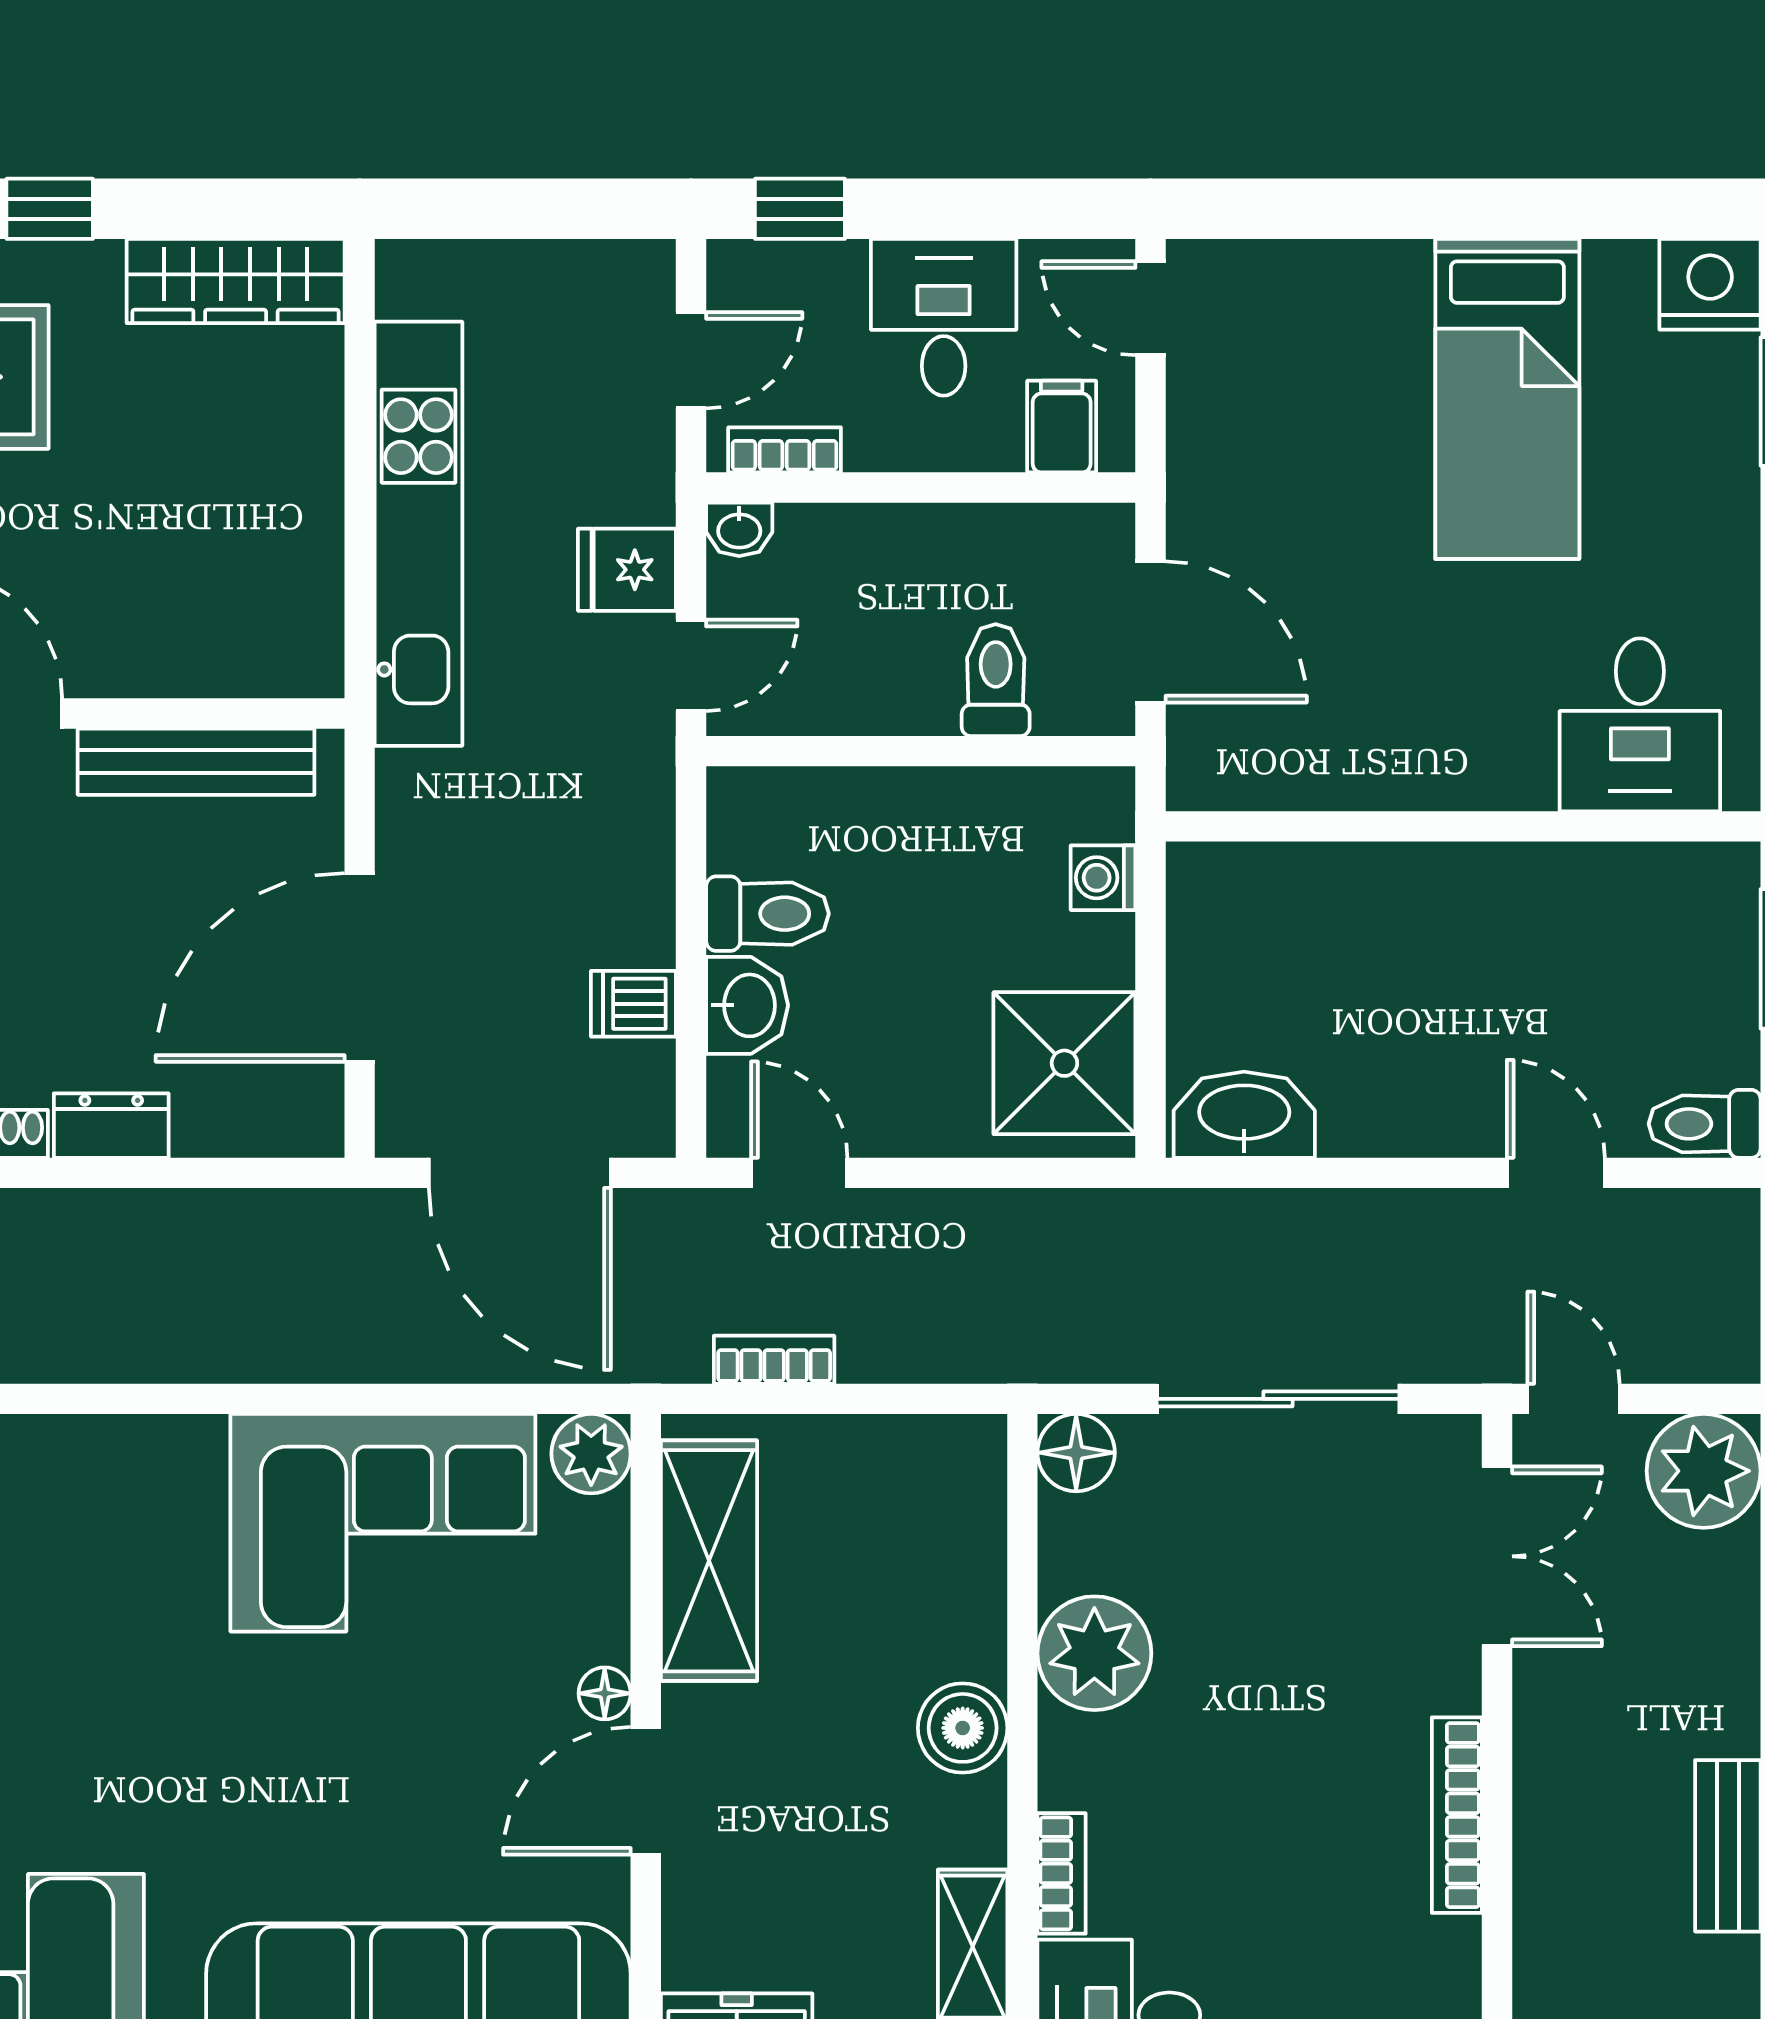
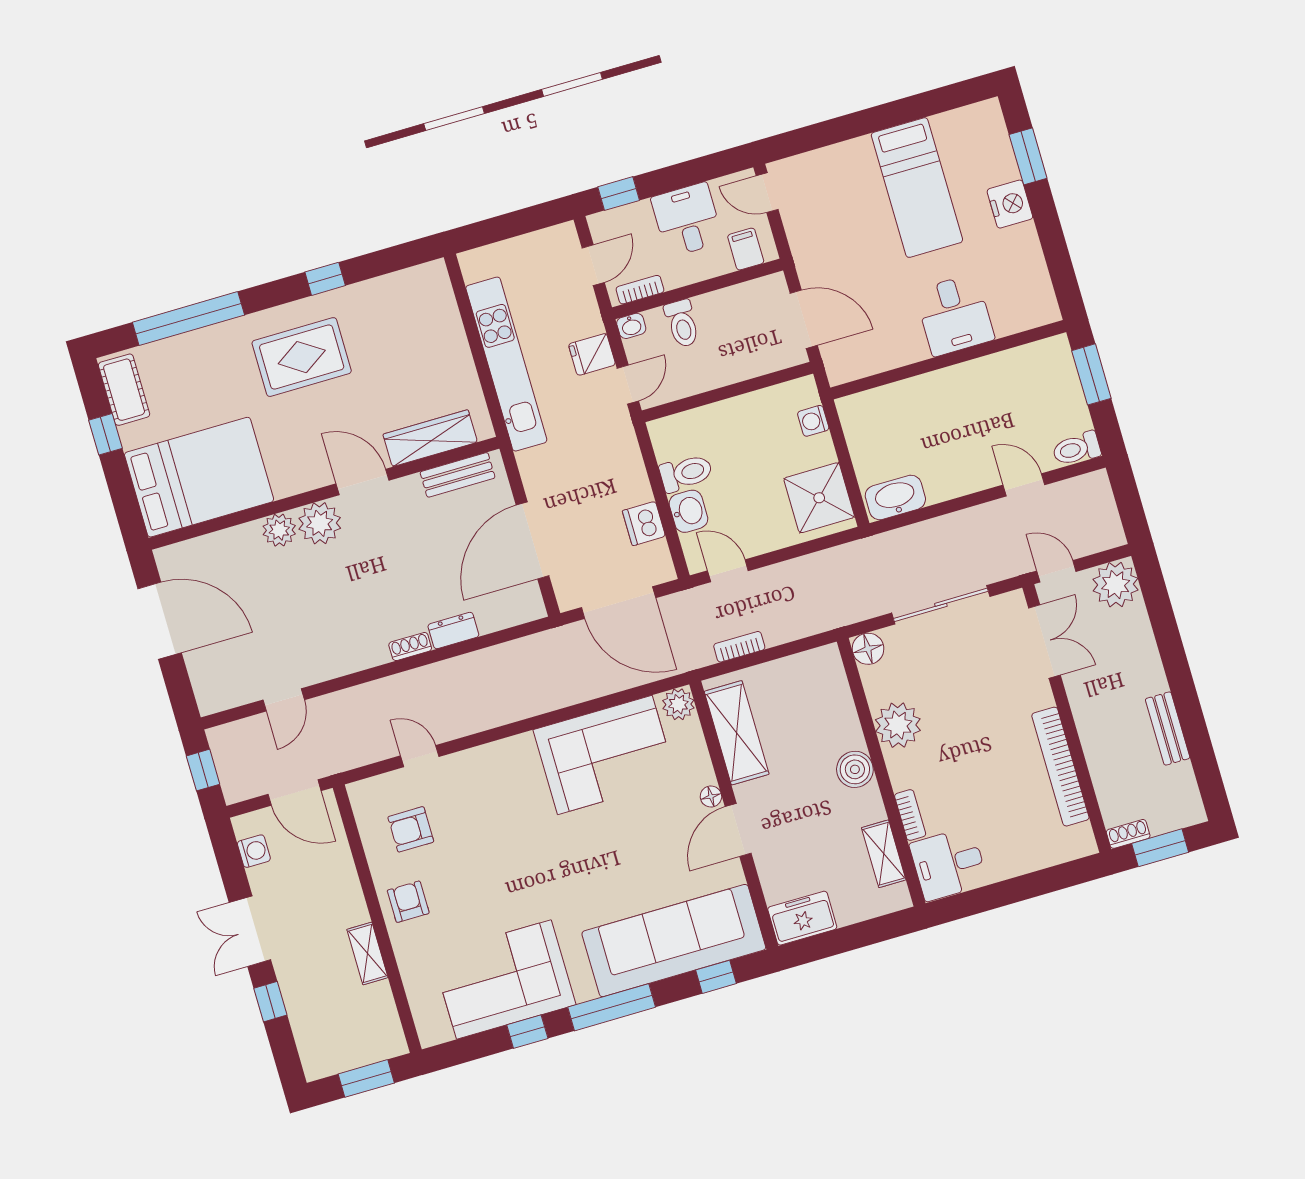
wardrobe: (236, 281) -> (430, 438), moved, turned 180
nightstand: (1710, 284) -> (1010, 204), moved, turned 90
toilet: (996, 680) -> (682, 324), moved, turned 180
desk: (1640, 725) -> (954, 315), moved
bench: (196, 762) -> (458, 475), width x0.73
dishwasher: (633, 1004) -> (644, 523), width x1.38
bookcase: (1457, 1815) -> (1060, 767), width x1.48, depth x1.31

